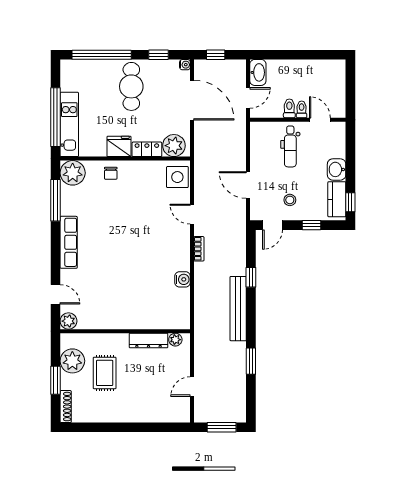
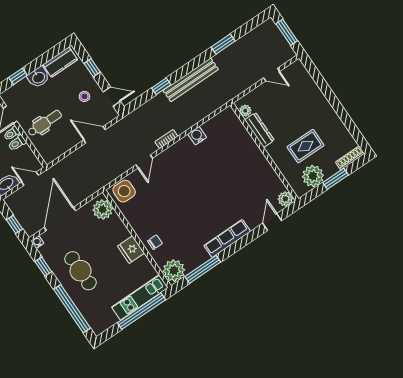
cafe table: (131, 86) -> (81, 271), turned 90
locker: (147, 149) -> (119, 228), removed
door: (248, 185) -> (94, 135), swing flipped
window: (350, 202) -> (18, 76), moved

